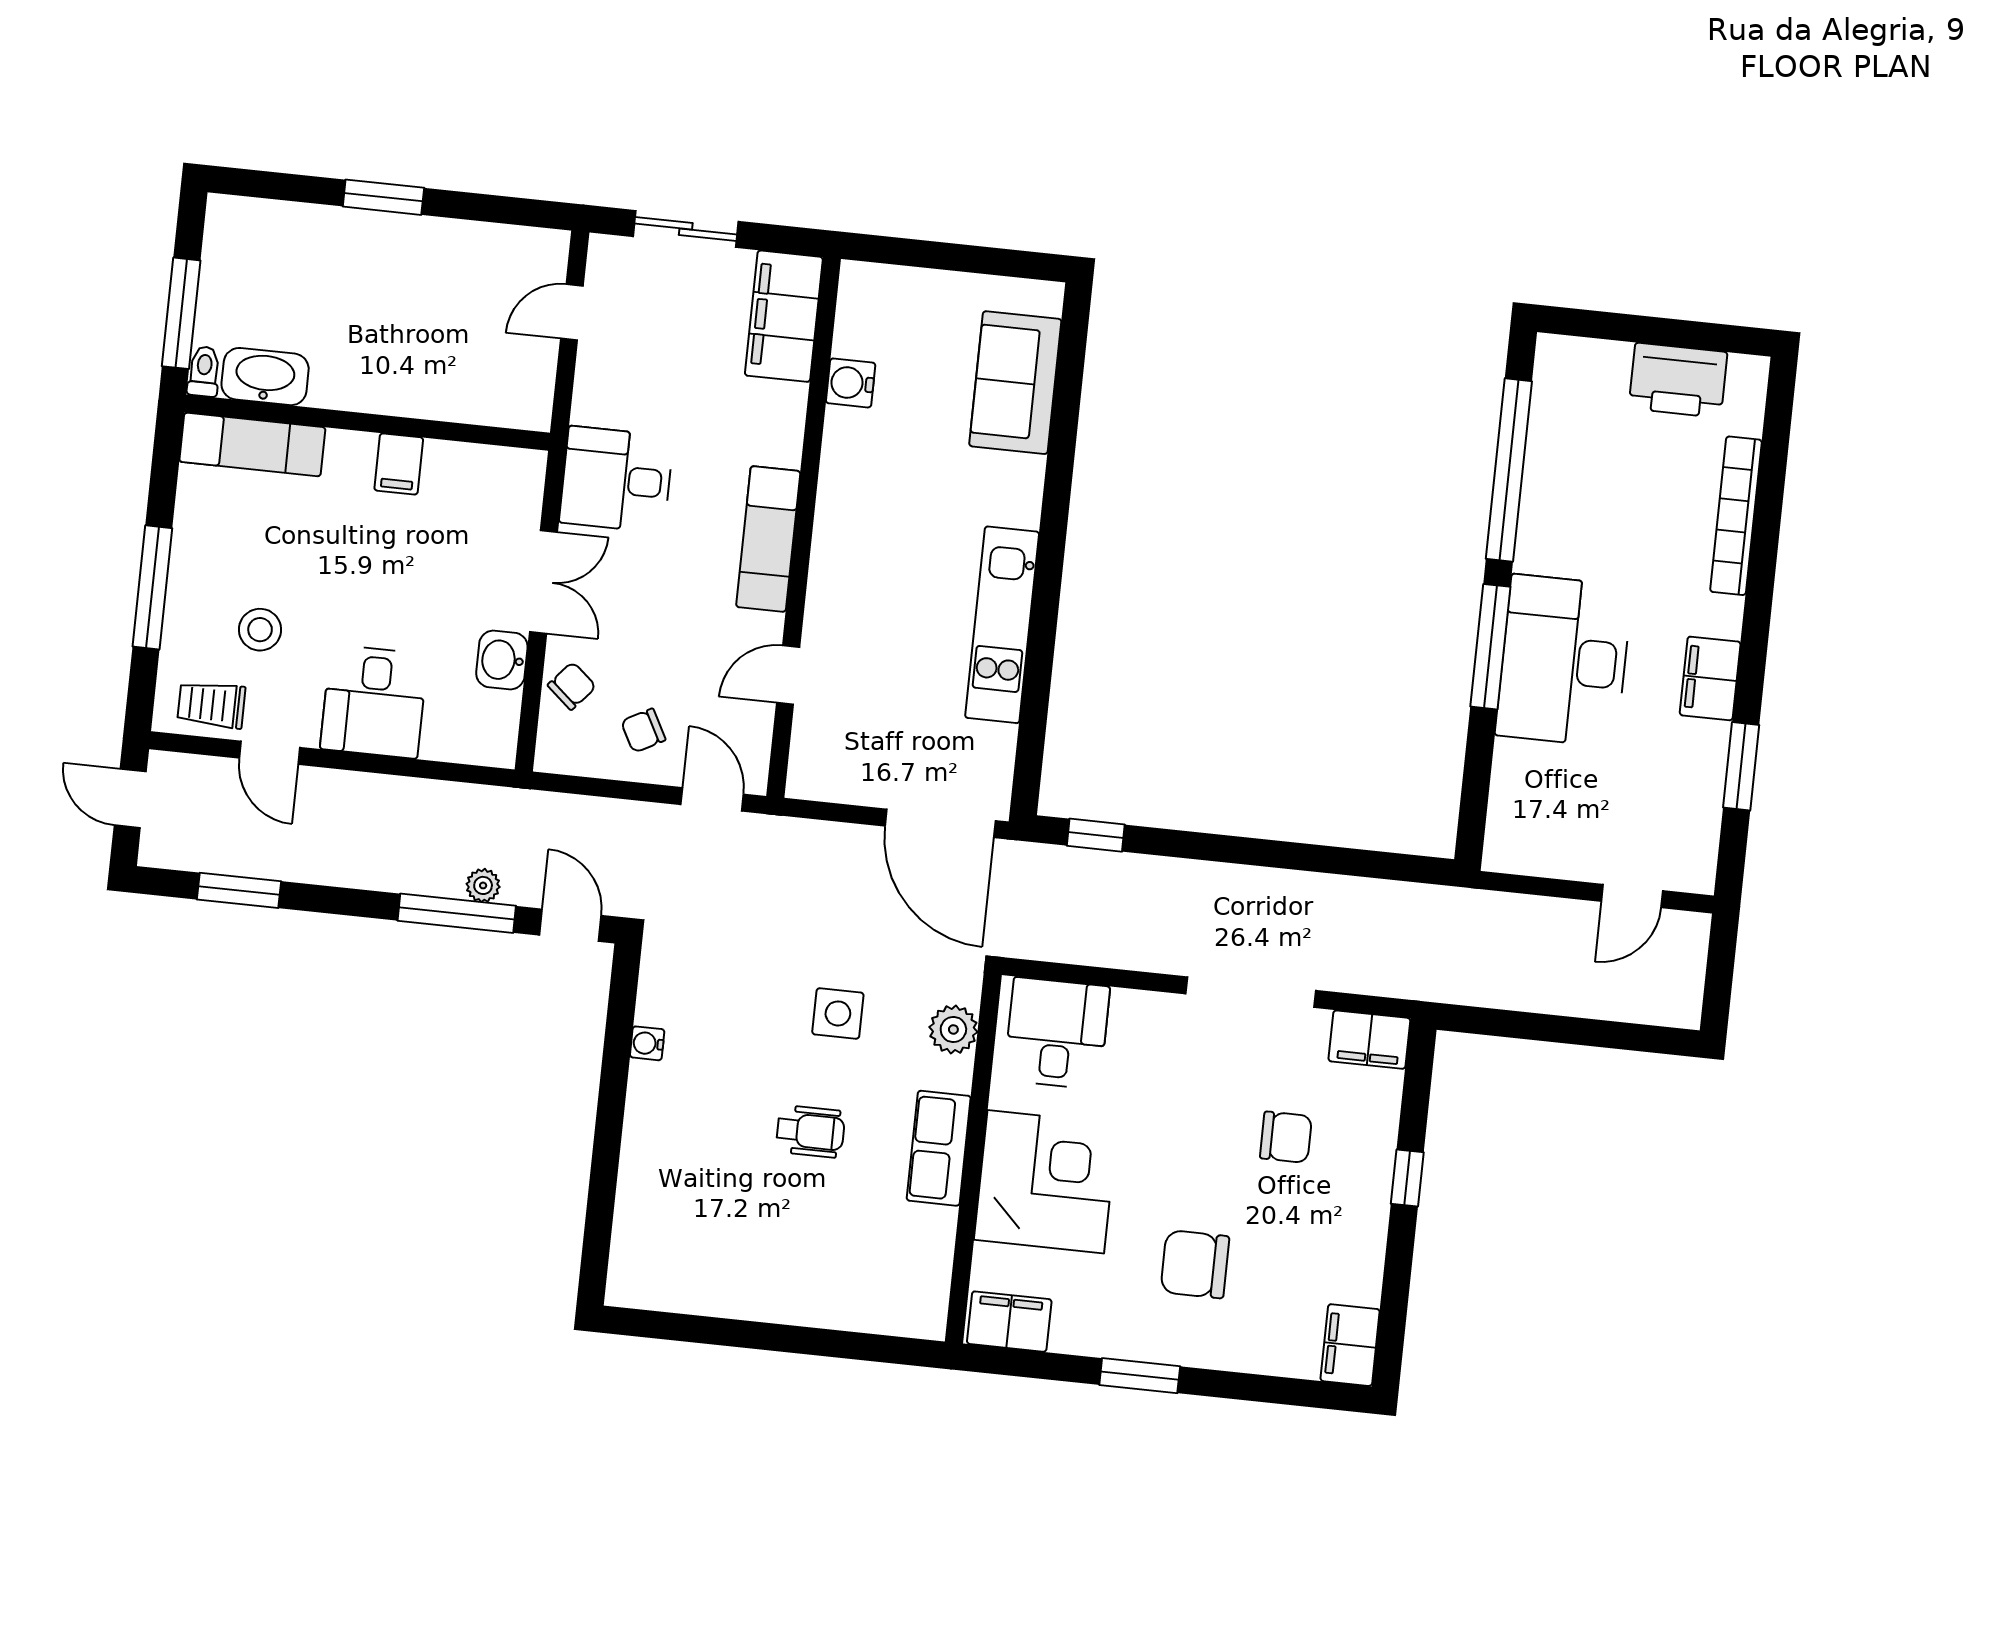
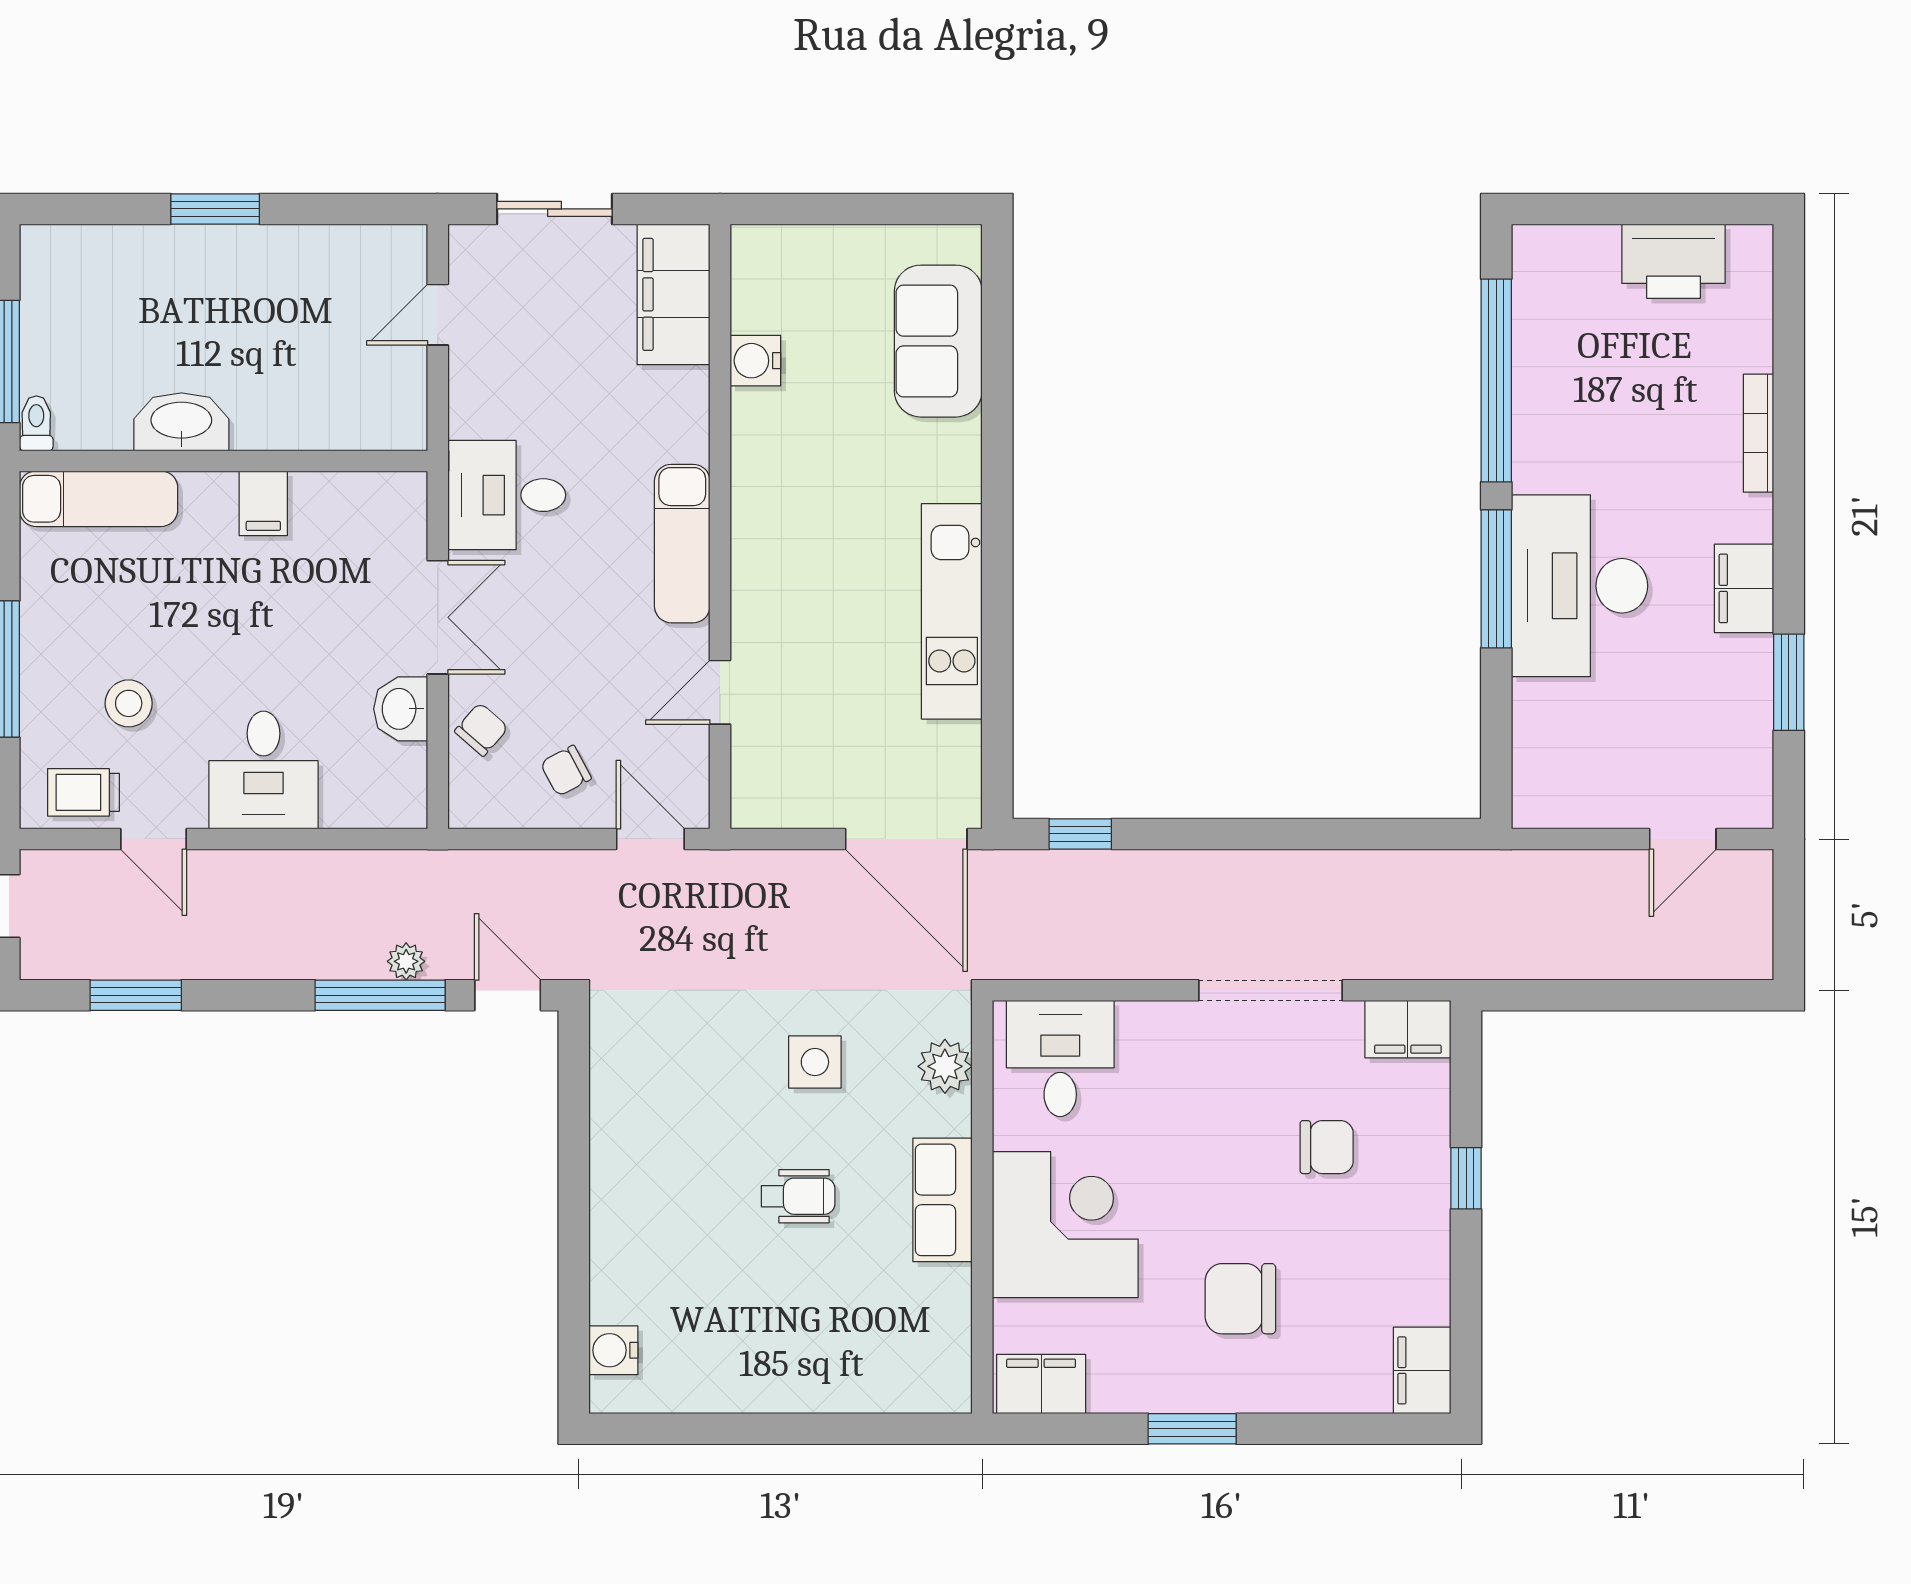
washbasin: (265, 377) -> (181, 422), moved
bookcase: (1736, 516) -> (1758, 433), width x0.68, depth x0.76
water cooler: (647, 1043) -> (613, 1350), moved, width x1.38, depth x1.38

